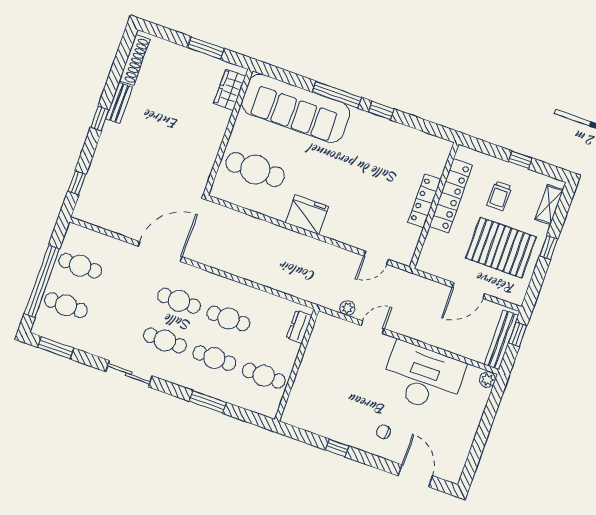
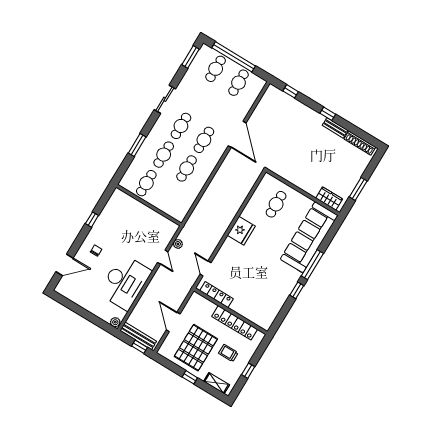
cafe table: (255, 170) -> (276, 204), width x0.73, depth x0.74
locker: (424, 201) -> (216, 295), moved
dresser: (299, 327) -> (172, 211), removed

